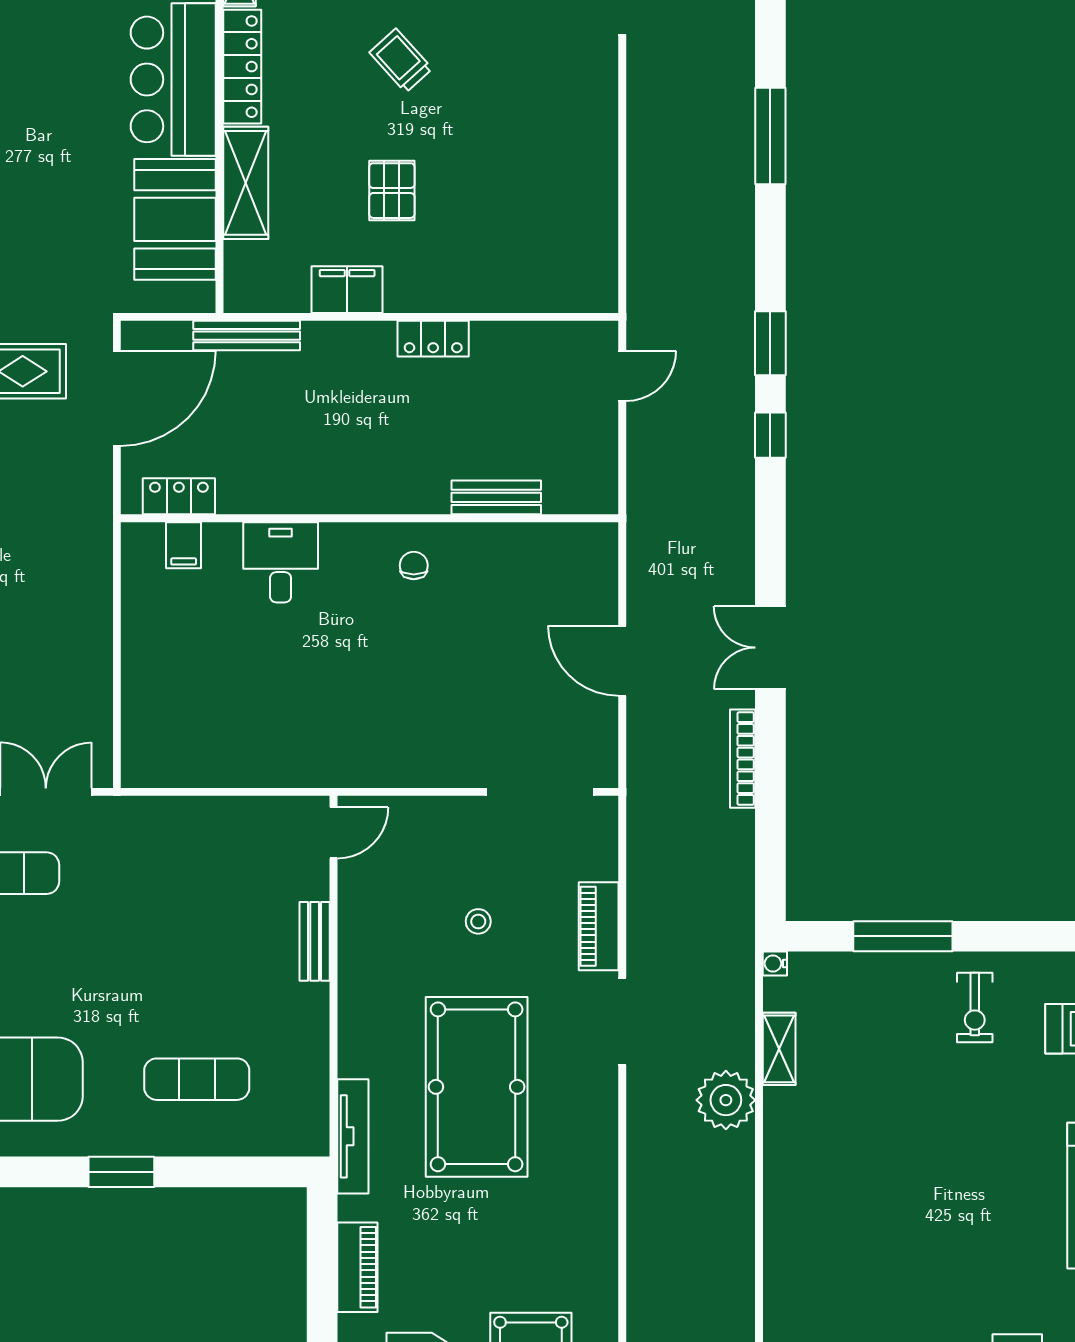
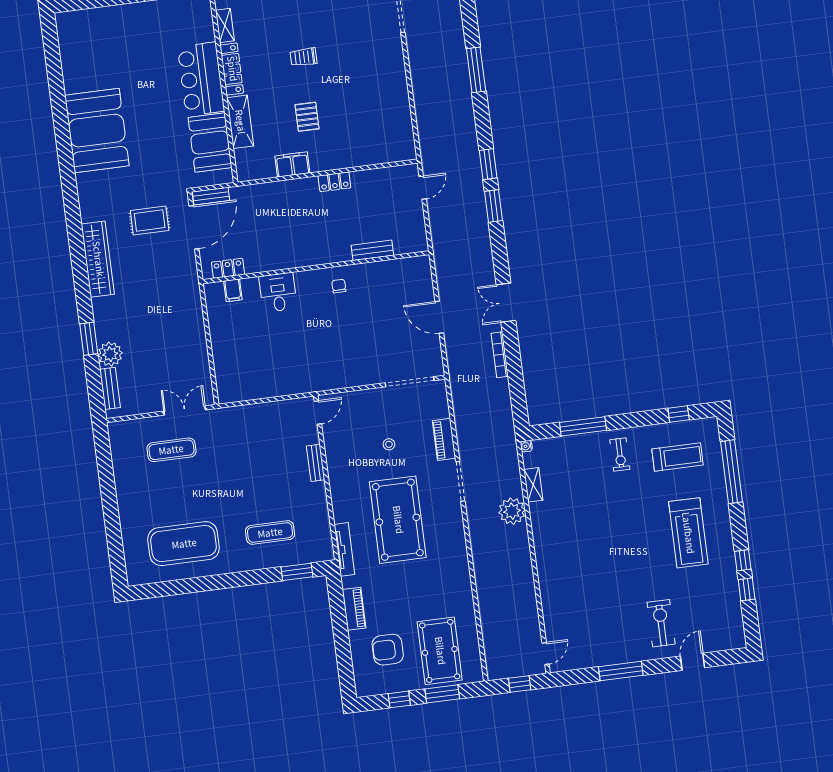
trolley: (401, 61) -> (304, 57), turned -48
bench: (247, 336) -> (211, 196), moved, width x0.73
window: (770, 435) -> (494, 206), width x1.50
window: (121, 1172) -> (297, 572), moved

